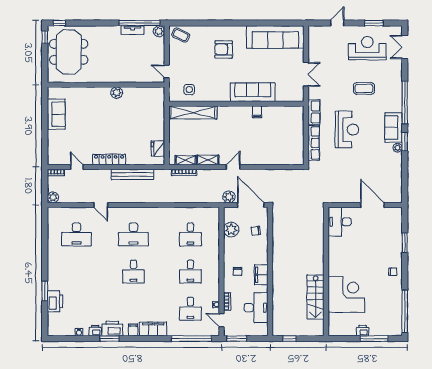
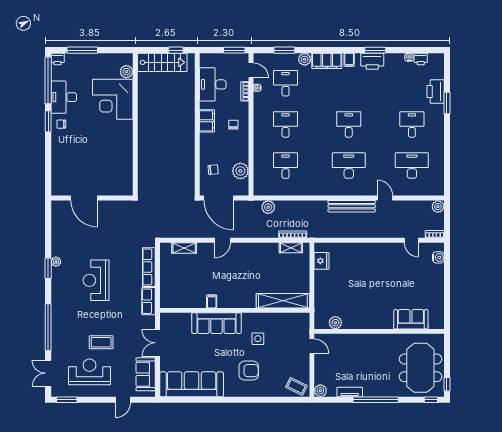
window: (140, 23) -> (376, 400), moved
window: (374, 23) -> (67, 400), moved
double door: (405, 47) -> (48, 373), swing flipped
reception desk: (367, 48) -> (90, 372), turned 180
coffee table: (364, 88) -> (101, 342), moved
side table: (189, 90) -> (258, 339), moved
plant: (117, 93) -> (335, 323), moved
window: (405, 103) -> (48, 327), moved
sofa: (56, 114) -> (411, 319), moved, turned 90
sofa: (393, 127) -> (146, 374), moved, turned 180
reception desk: (347, 130) -> (96, 280), moved
water cooler: (53, 152) -> (438, 257), added
locker: (109, 160) -> (376, 249), removed
shelving: (208, 160) -> (184, 248), moved
door: (233, 167) -> (223, 240), moved
bench: (132, 174) -> (352, 206), moved
plant: (229, 197) -> (268, 207), moved
desk: (340, 222) -> (64, 97), moved, turned 180
window: (405, 243) -> (48, 121), moved
desk: (76, 272) -> (412, 124), added
stairs: (316, 297) -> (162, 62), moved, turned 90
plant: (334, 319) -> (126, 72), added
plant: (173, 330) -> (305, 59), added
printer: (95, 331) -> (421, 59), moved
printer: (363, 331) -> (58, 59), moved
window: (191, 339) -> (284, 50), width x0.47

